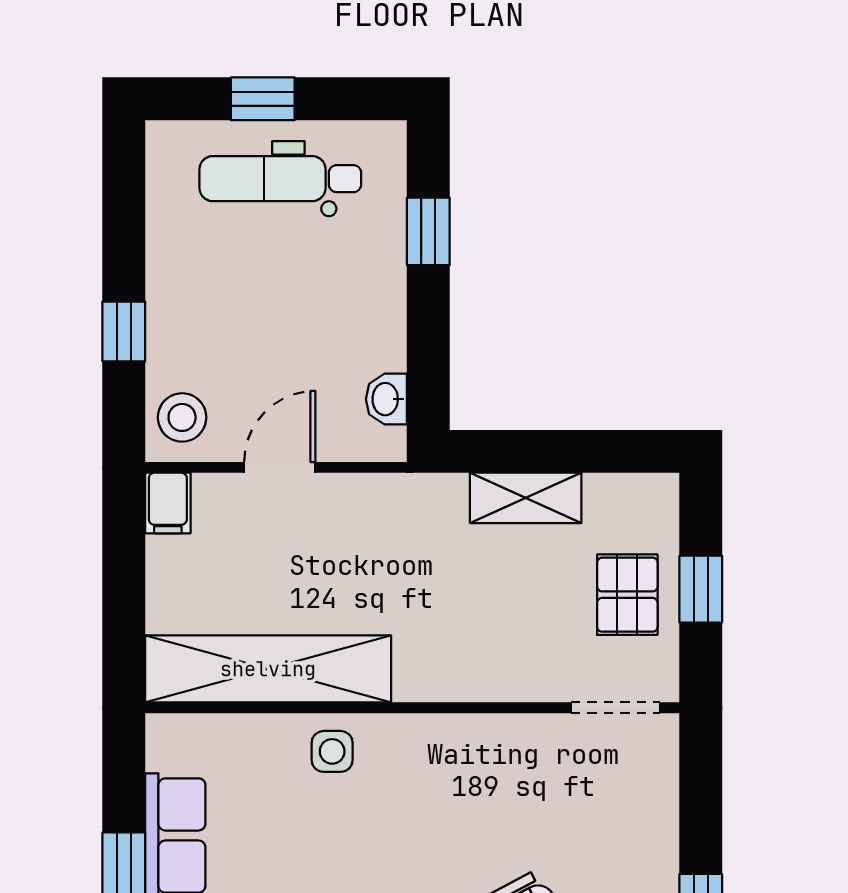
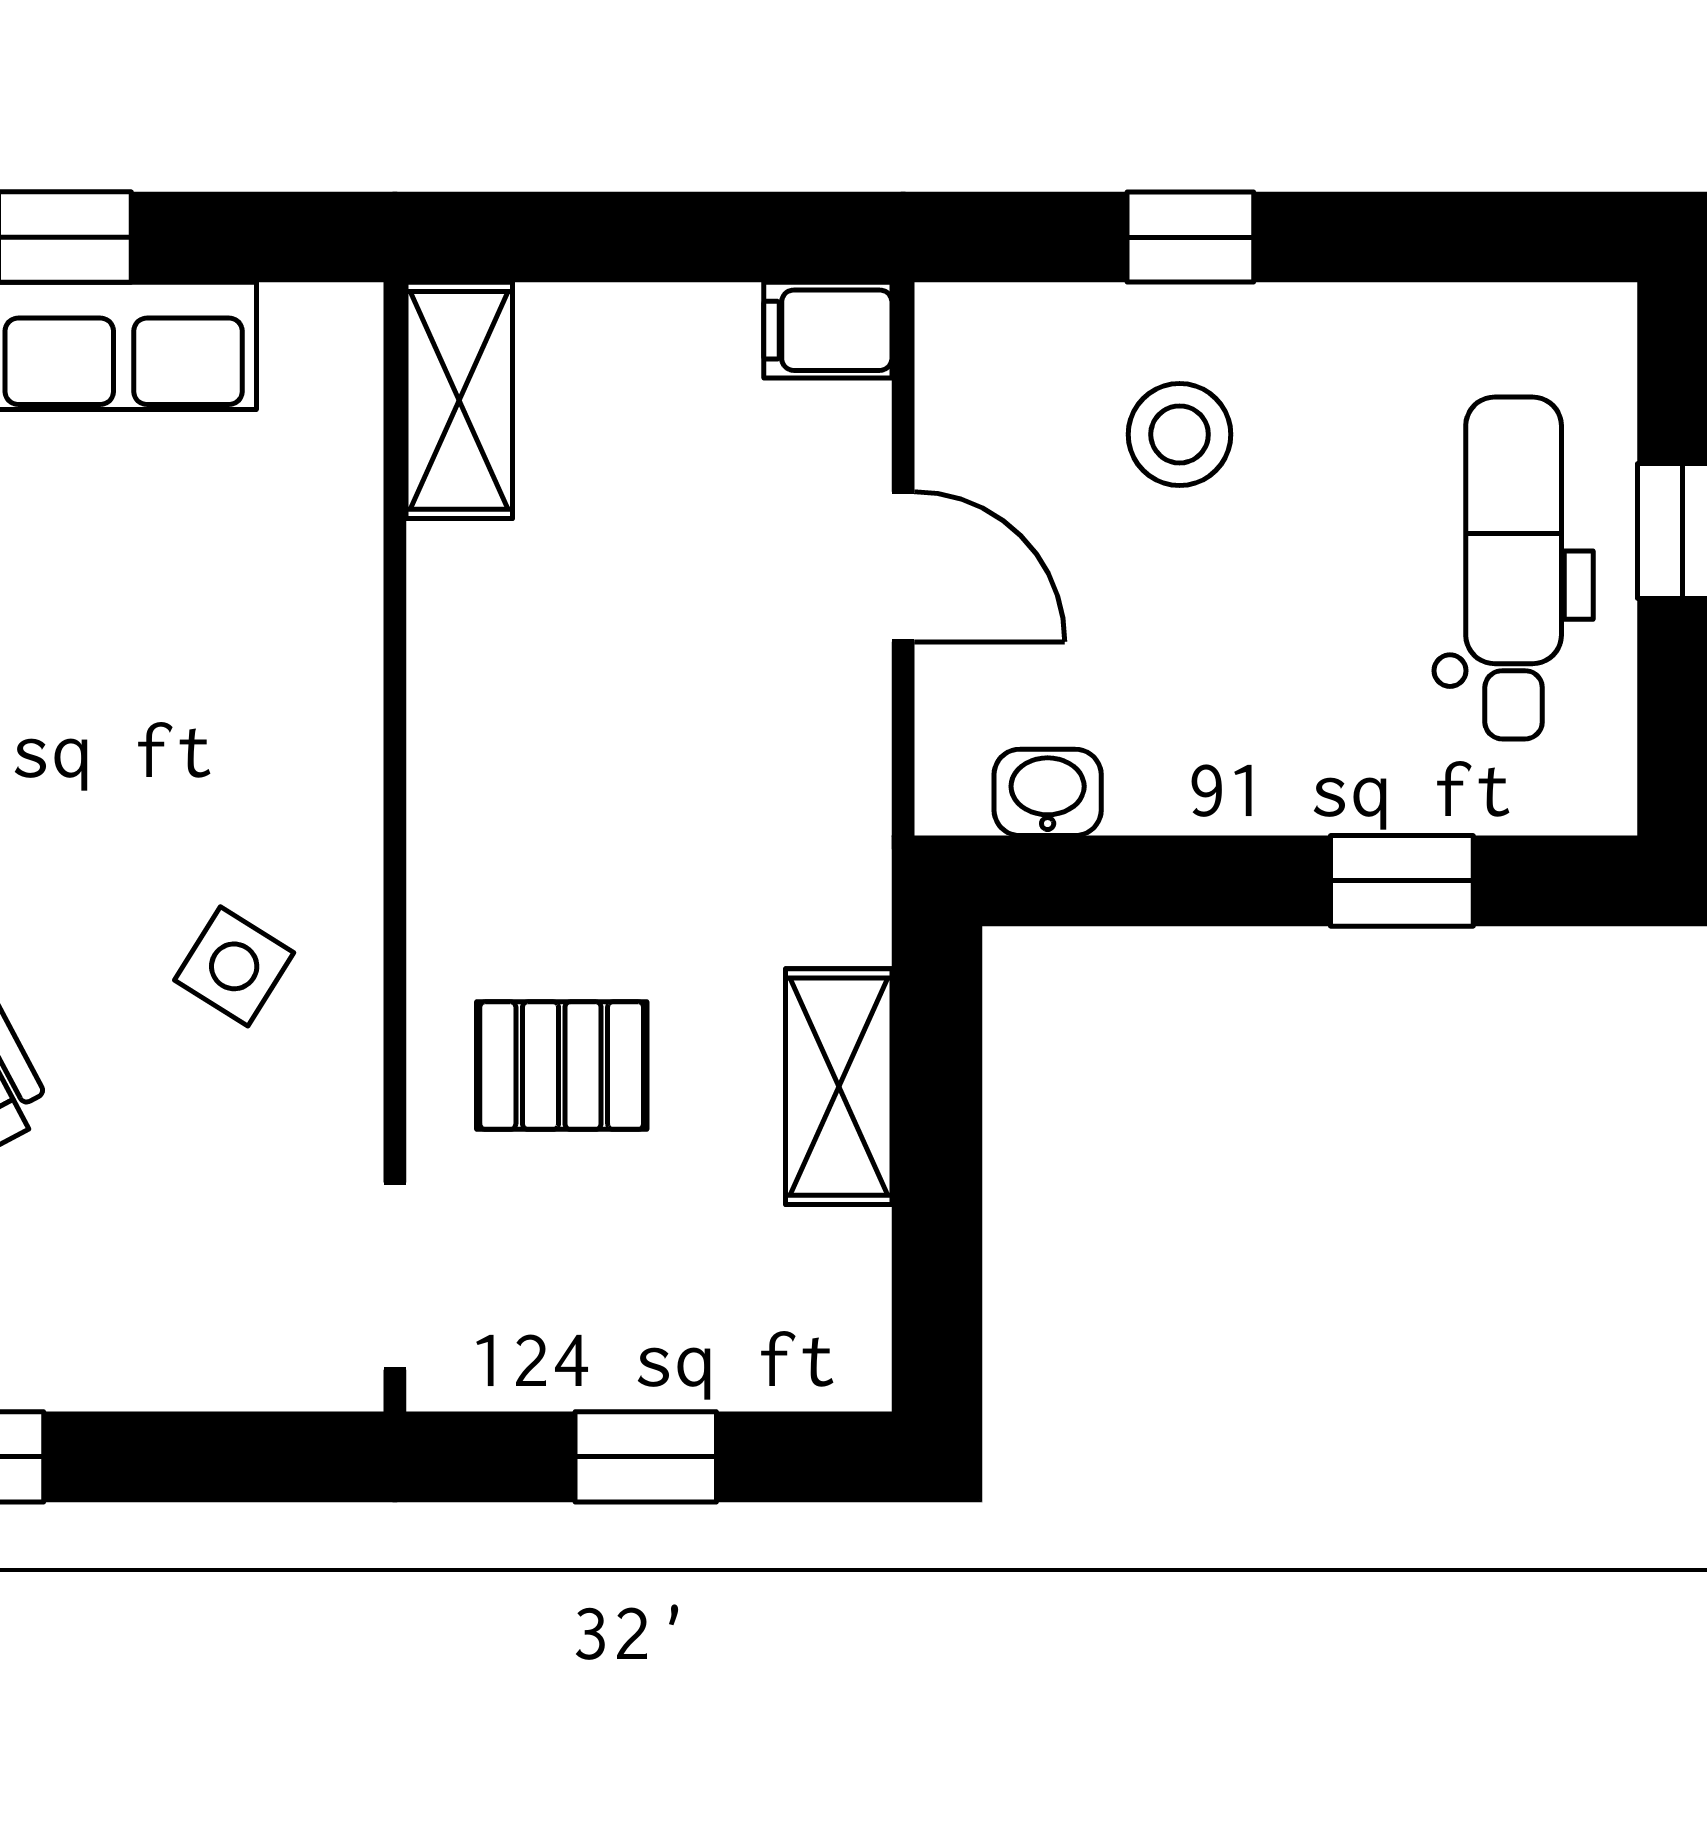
stool: (182, 417) -> (1180, 434), moved
pallet: (627, 595) -> (562, 1066), moved
shelving: (268, 669) -> (459, 400), width x0.45, depth x0.75
side table: (332, 751) -> (234, 966), moved, turned 32

